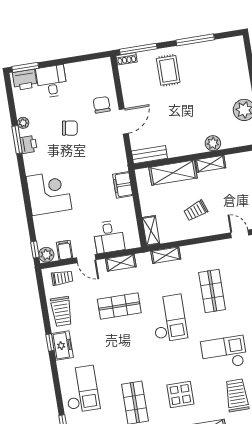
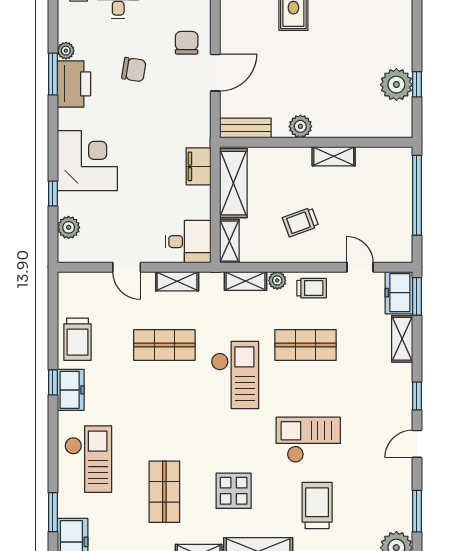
plant: (213, 143) -> (300, 126), moved
printer: (28, 144) -> (74, 84), width x1.87, depth x1.48
shelving: (173, 173) -> (233, 183), moved, turned 90
desk: (109, 237) -> (188, 242), moved, turned -90
window: (35, 249) -> (53, 194), moved
filing cabinet: (64, 250) -> (97, 249), removed
plant: (187, 251) -> (277, 280), added
plant: (46, 255) -> (69, 227), moved
trolley: (62, 278) -> (312, 288), moved
shop shelf: (212, 291) -> (305, 345), turned 90

